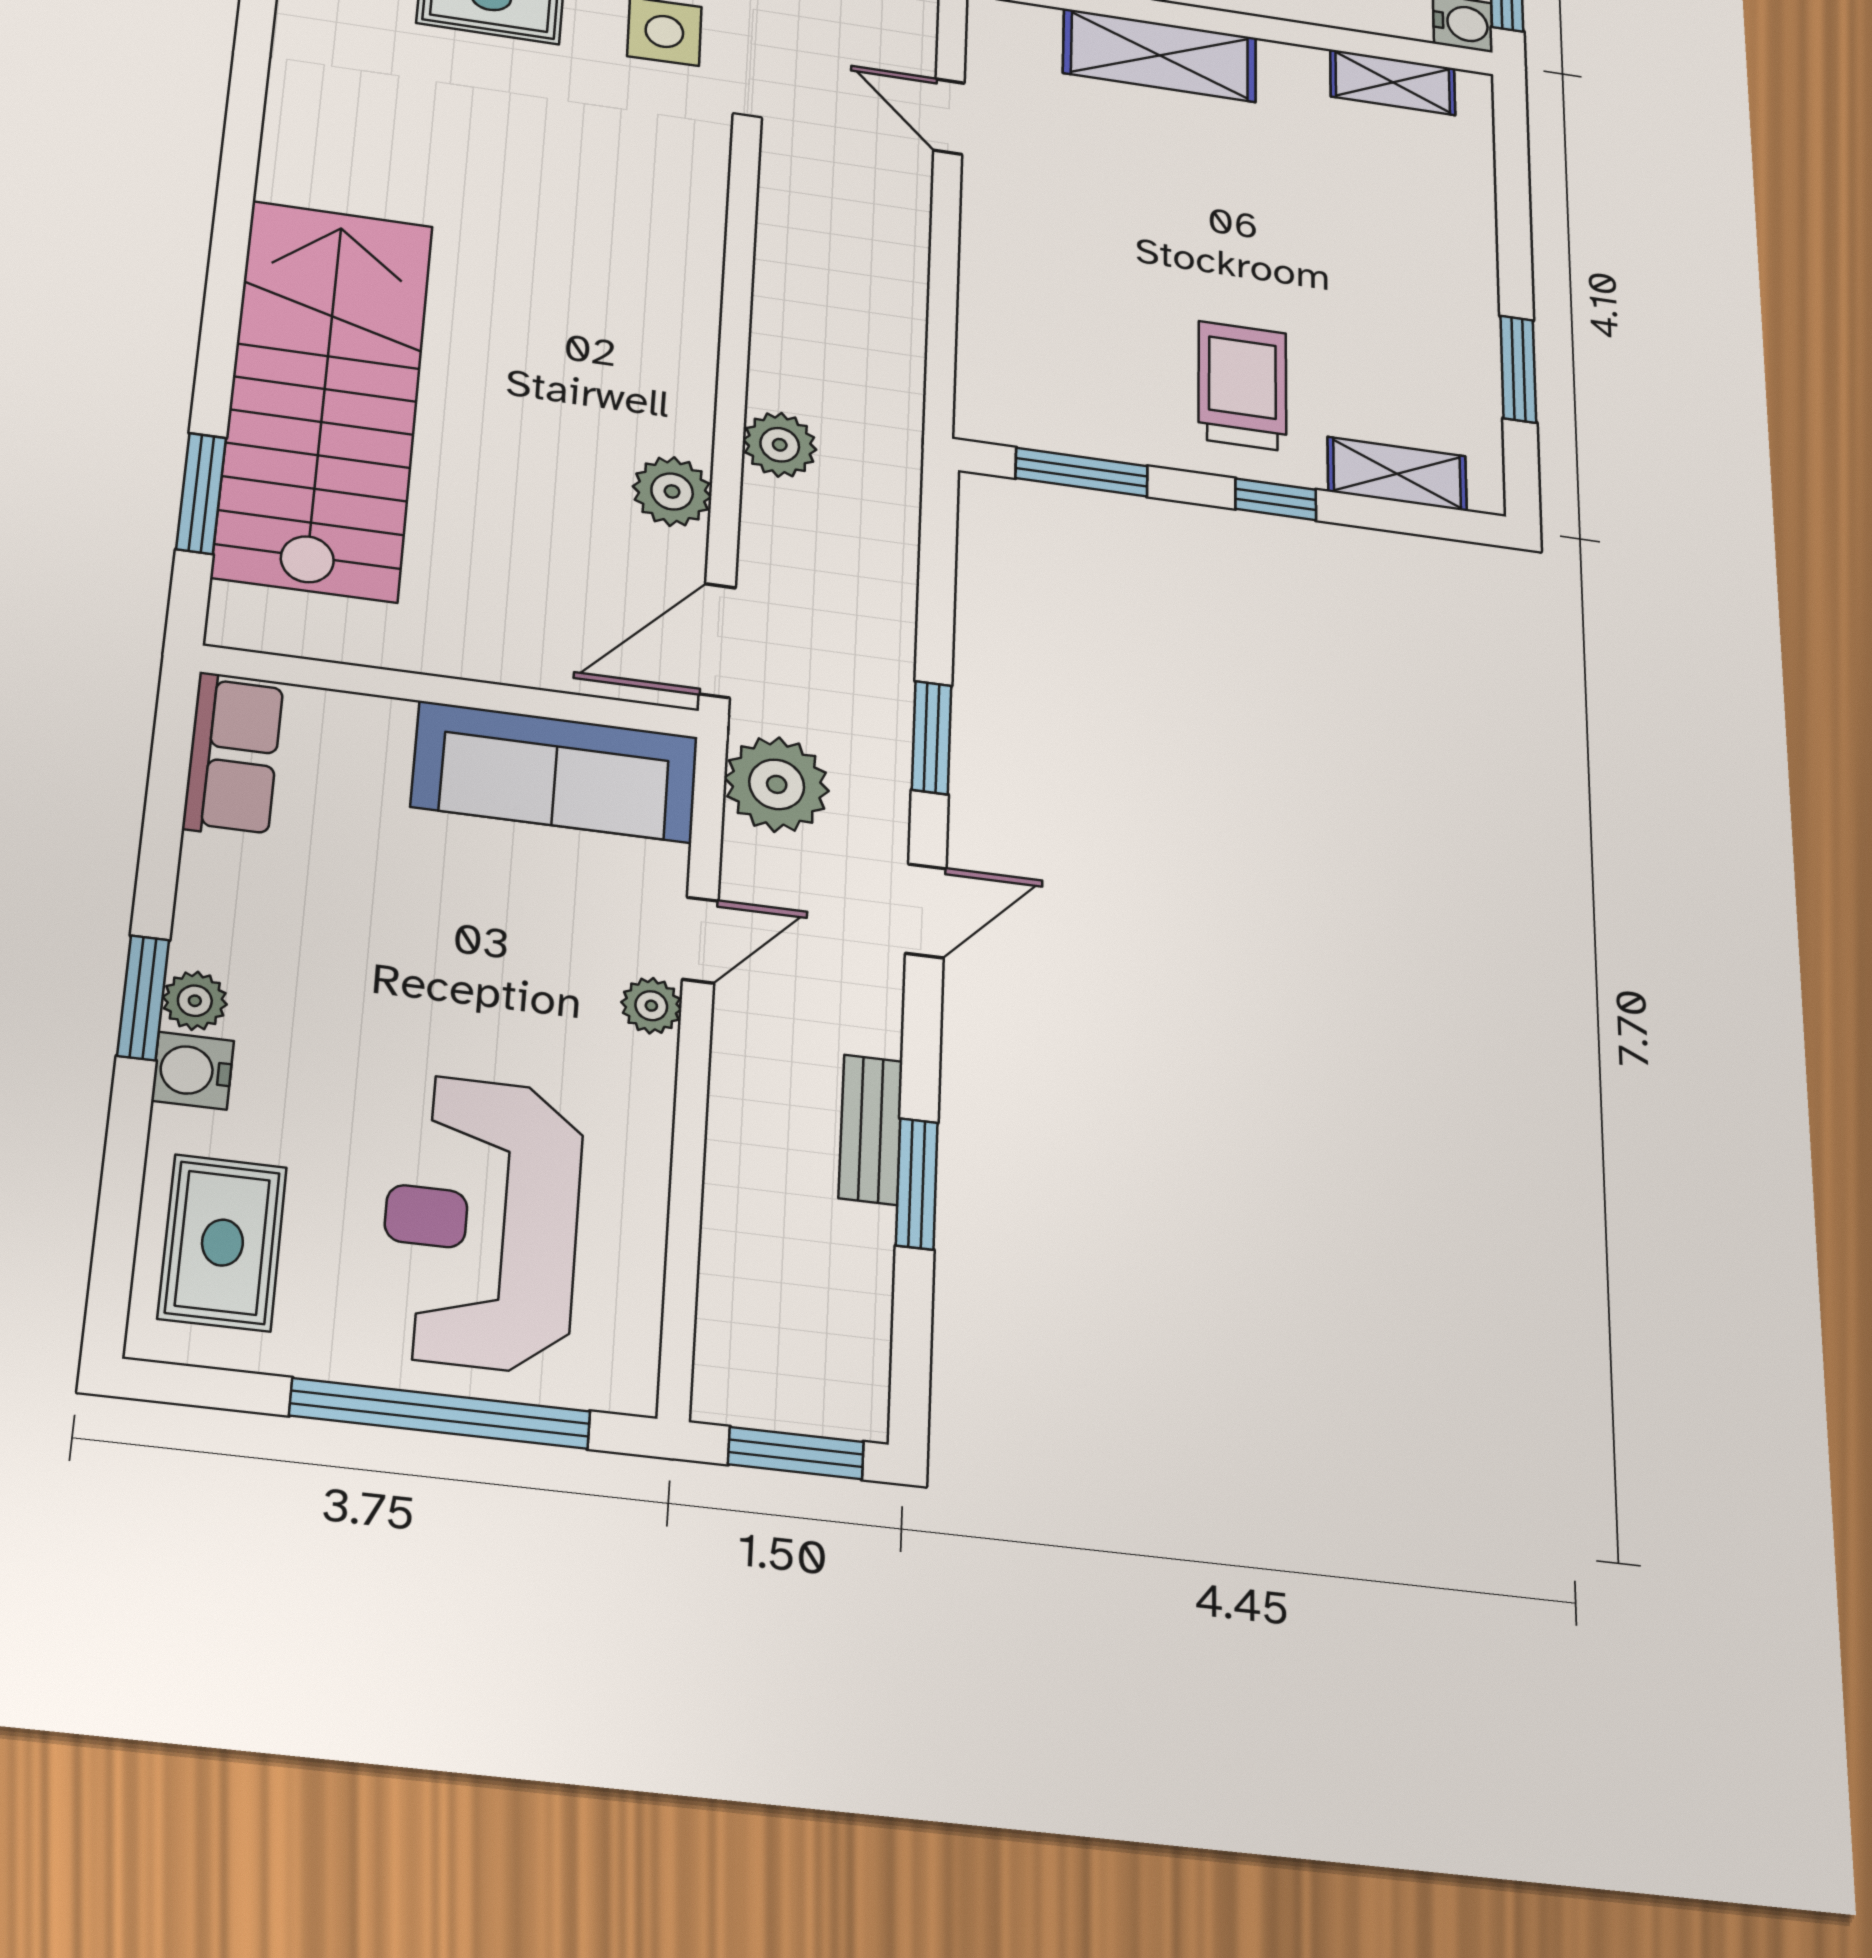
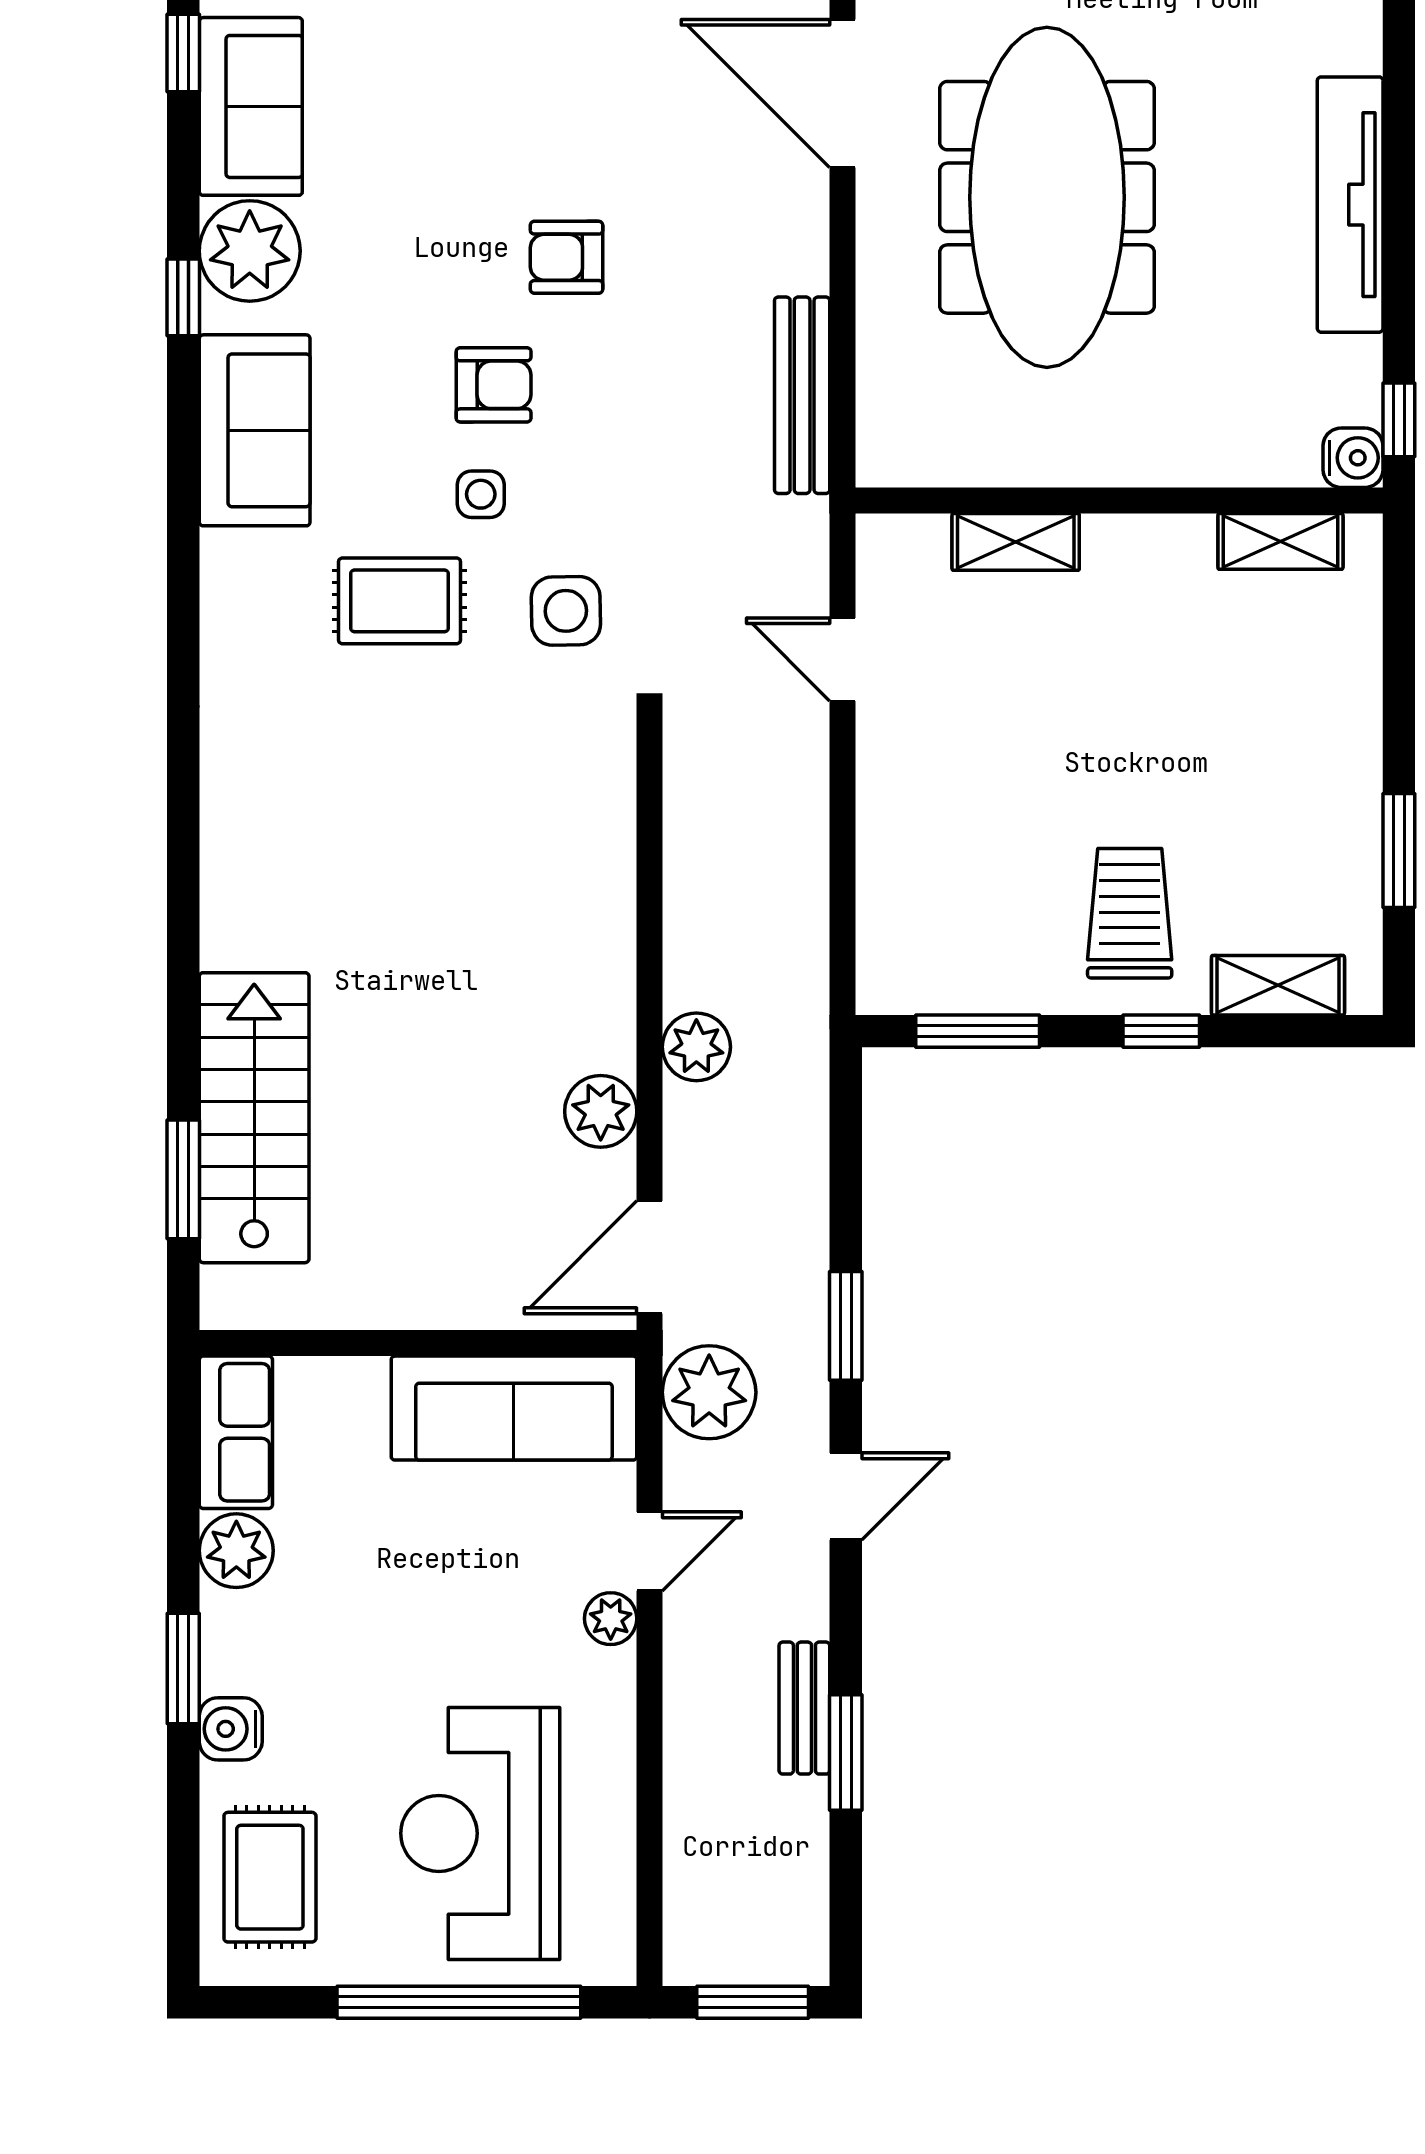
shelving: (1160, 55) -> (1016, 542), width x0.67, depth x0.75
stairs: (324, 398) -> (254, 1118), width x0.73, depth x0.66
plant: (195, 1001) -> (236, 1551), moved, width x1.38, depth x1.38

